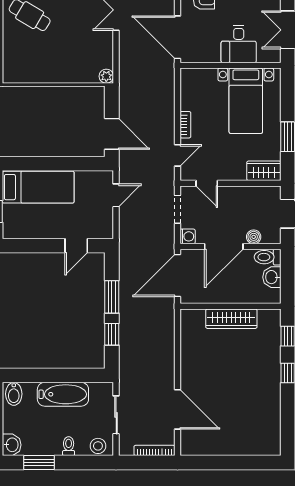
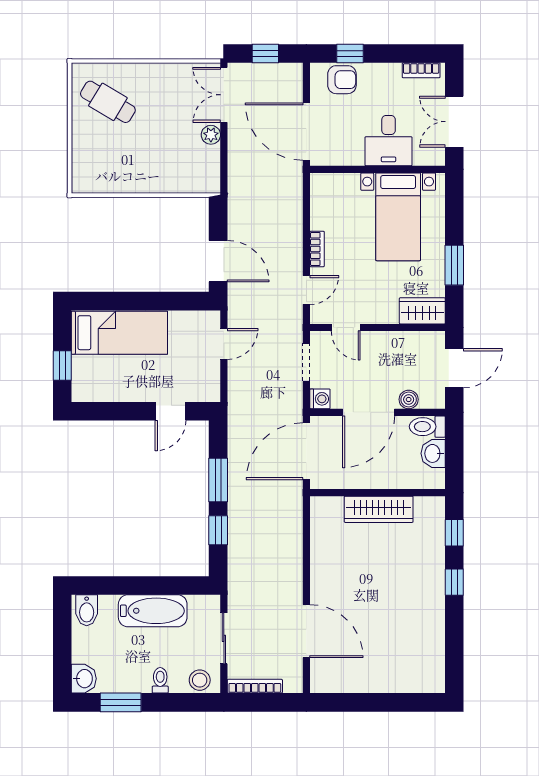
plant: (106, 76) -> (211, 135), moved
bookcase: (154, 450) -> (255, 686), moved

